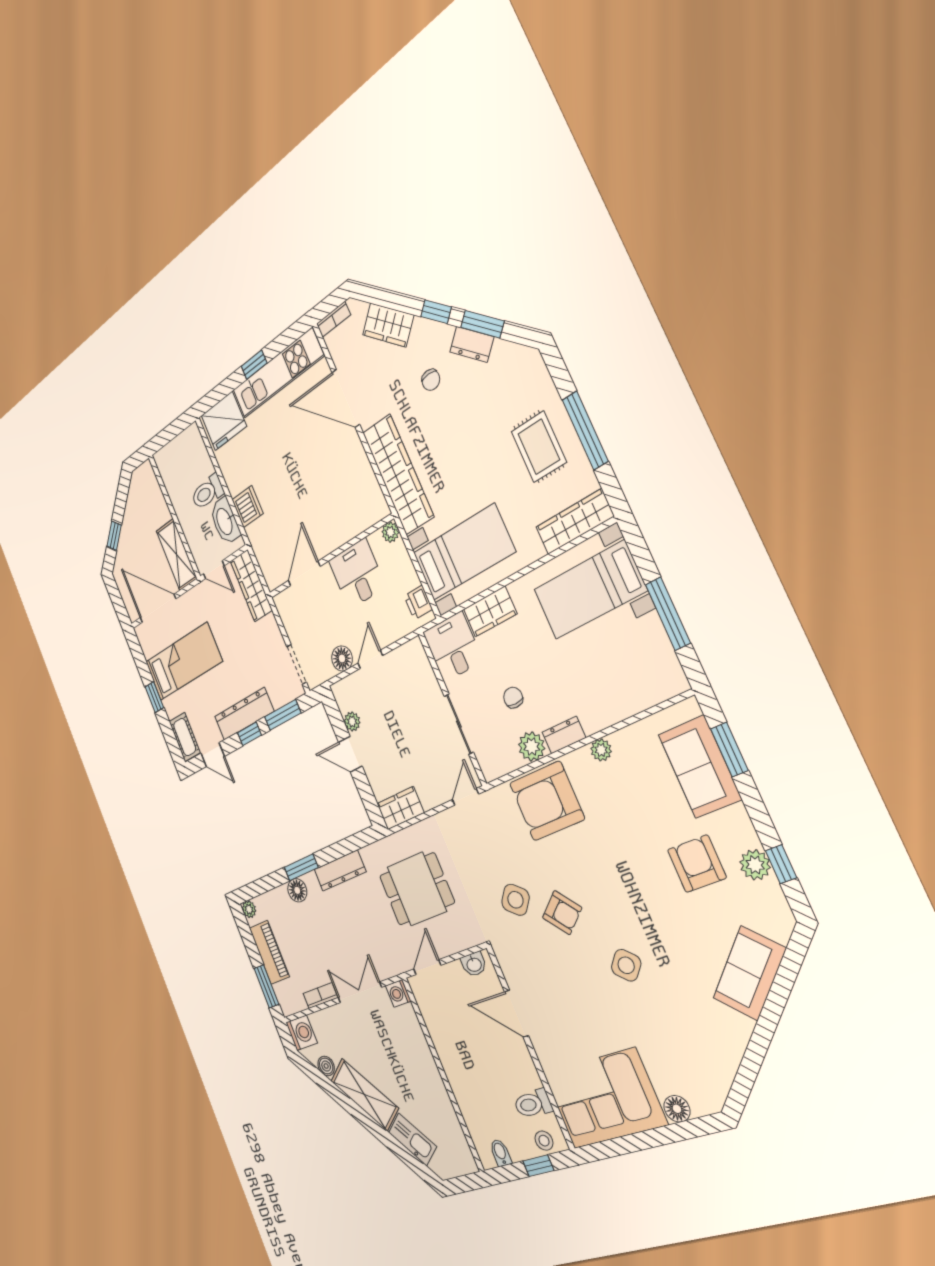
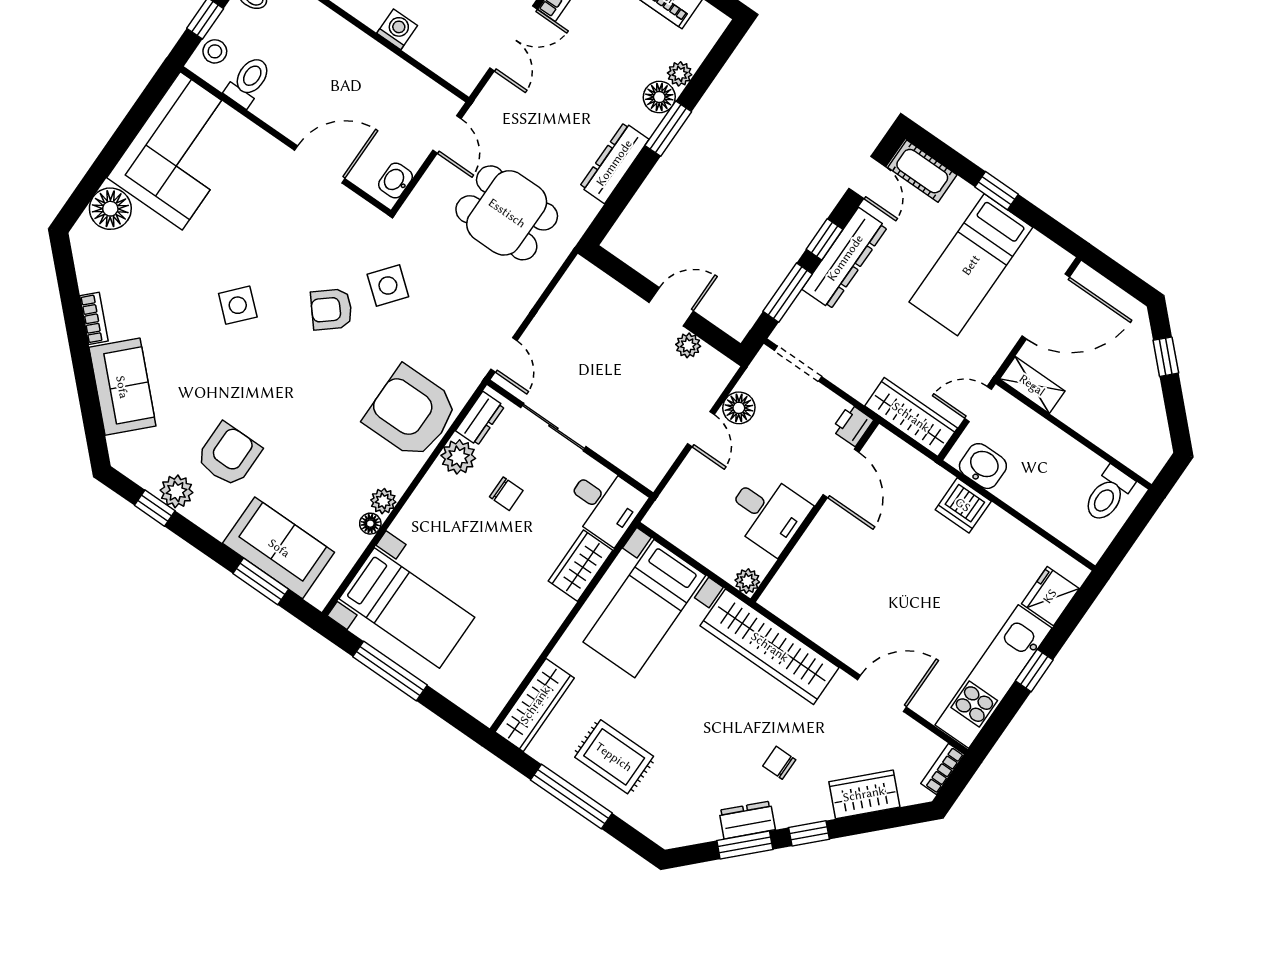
door: (346, 398) -> (882, 693), width x0.73
fridge: (224, 421) -> (1050, 596), width x0.73, depth x0.75
toilet: (208, 492) -> (1108, 494), moved, turned 180
washbasin: (225, 521) -> (983, 466), width x0.72
shelving: (177, 555) -> (1032, 385), width x0.67, depth x0.75
bed with nightstands: (590, 590) -> (407, 608), moved, turned 90
printer: (418, 602) -> (852, 425), moved, turned -90
dresser: (564, 735) -> (480, 418), moved
floor lamp: (620, 739) -> (370, 524), added
door: (213, 755) -> (867, 178), swing flipped
armchair: (547, 801) -> (411, 412), turned -90
wardrobe: (400, 808) -> (575, 289), removed
armchair: (697, 864) -> (229, 455), turned -90
dining table: (417, 889) -> (507, 213), turned 90
plant: (249, 909) -> (680, 74), moved
washing machine: (398, 993) -> (397, 29), moved
bookcase: (741, 1039) -> (94, 318), added
floor lamp: (677, 1109) -> (110, 209), width x1.38, depth x1.38

